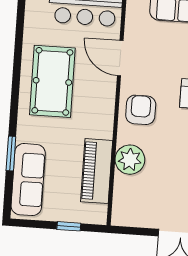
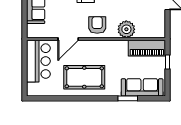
armchair: (141, 110) -> (97, 25), turned 90
piano: (97, 171) -> (147, 48), moved

